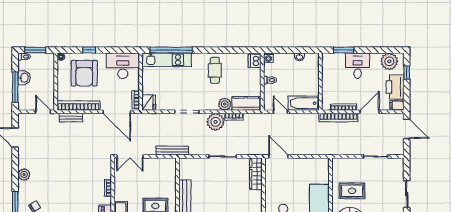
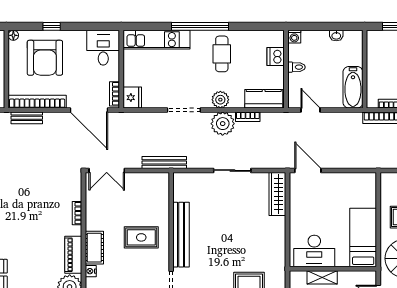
window: (171, 50) -> (200, 26), moved
dishwasher: (255, 61) -> (276, 57), moved
desk: (123, 66) -> (103, 48), width x0.73
bathtub: (304, 103) -> (353, 87), moved, turned -90
plant: (225, 104) -> (220, 100), moved

